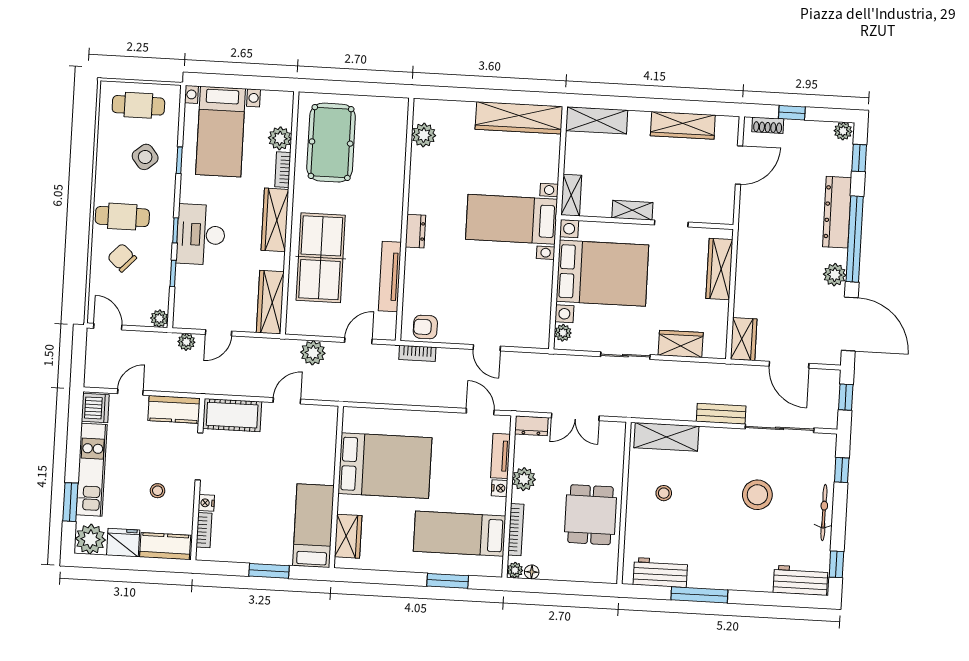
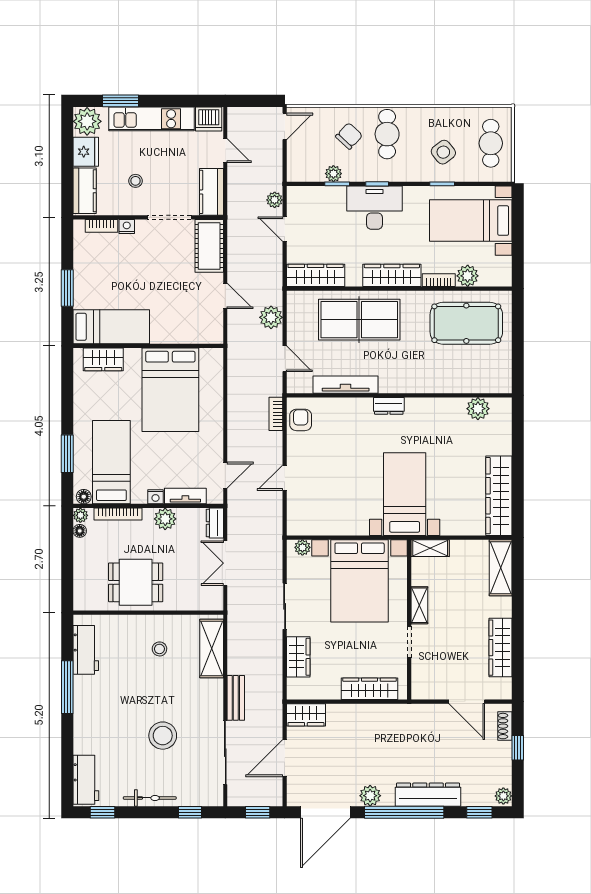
plant: (159, 318) -> (333, 174), moved
floor lamp: (495, 566) -> (84, 497), added

